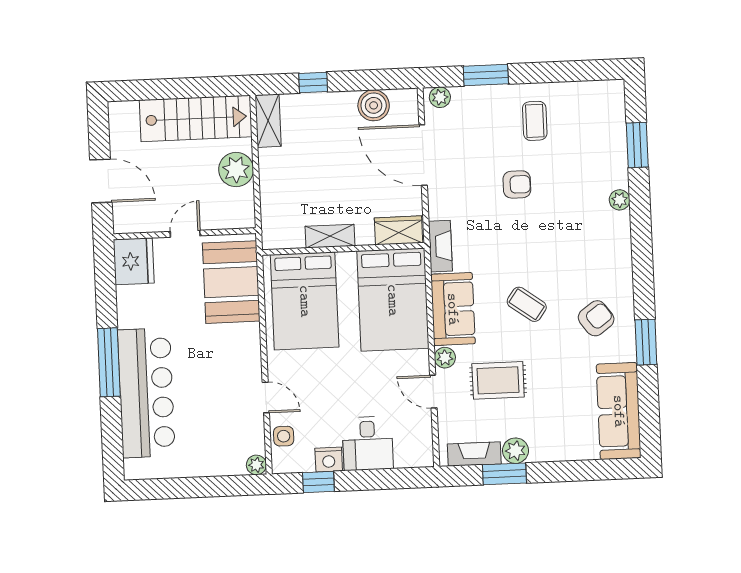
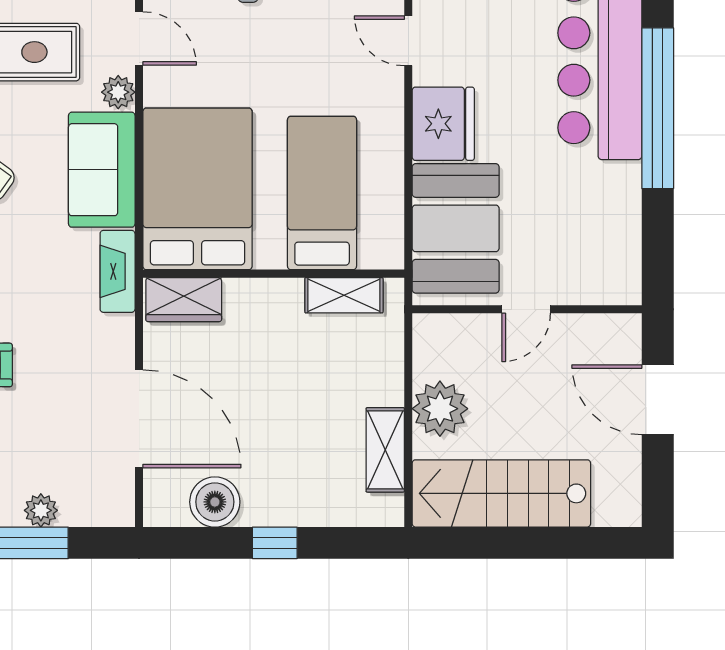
window: (313, 83) -> (275, 543), moved
plant: (440, 97) -> (41, 510), moved
shelving: (268, 121) -> (385, 450), moved
shelving: (330, 236) -> (344, 295), moved
fridge: (134, 261) -> (443, 124), moved, turned 180
bed: (305, 301) -> (322, 193), width x0.67
window: (109, 362) -> (658, 108), width x1.46

